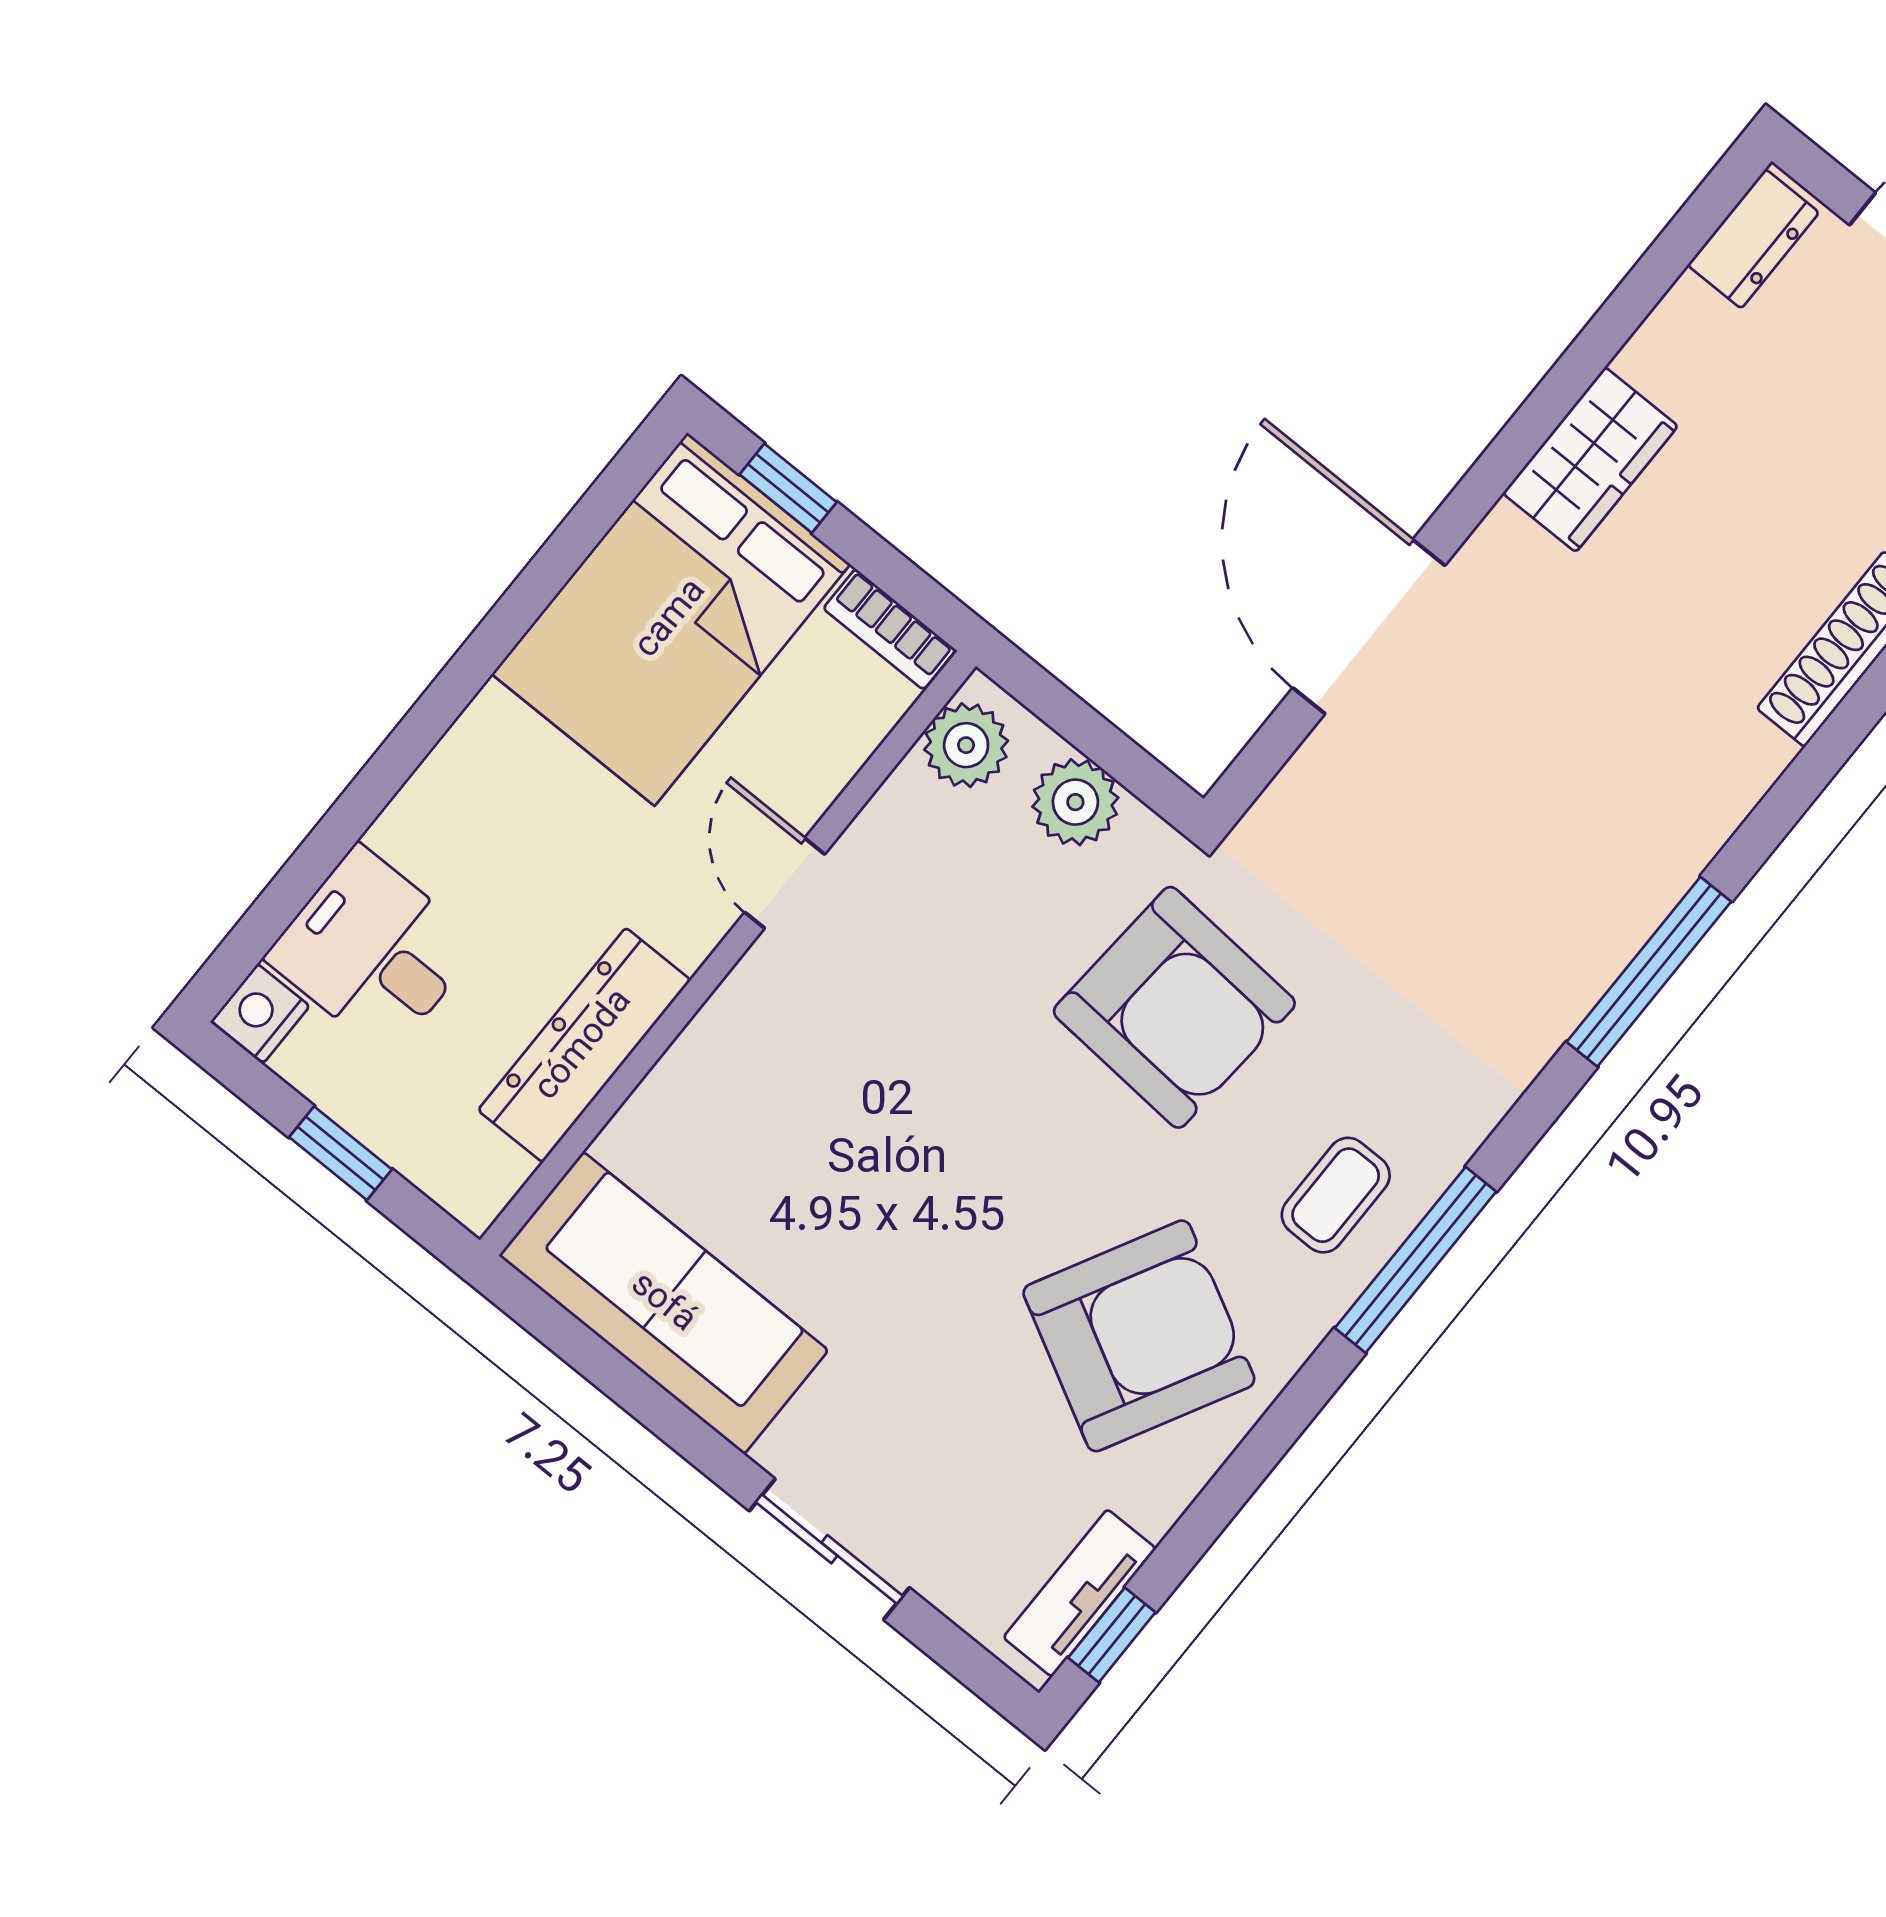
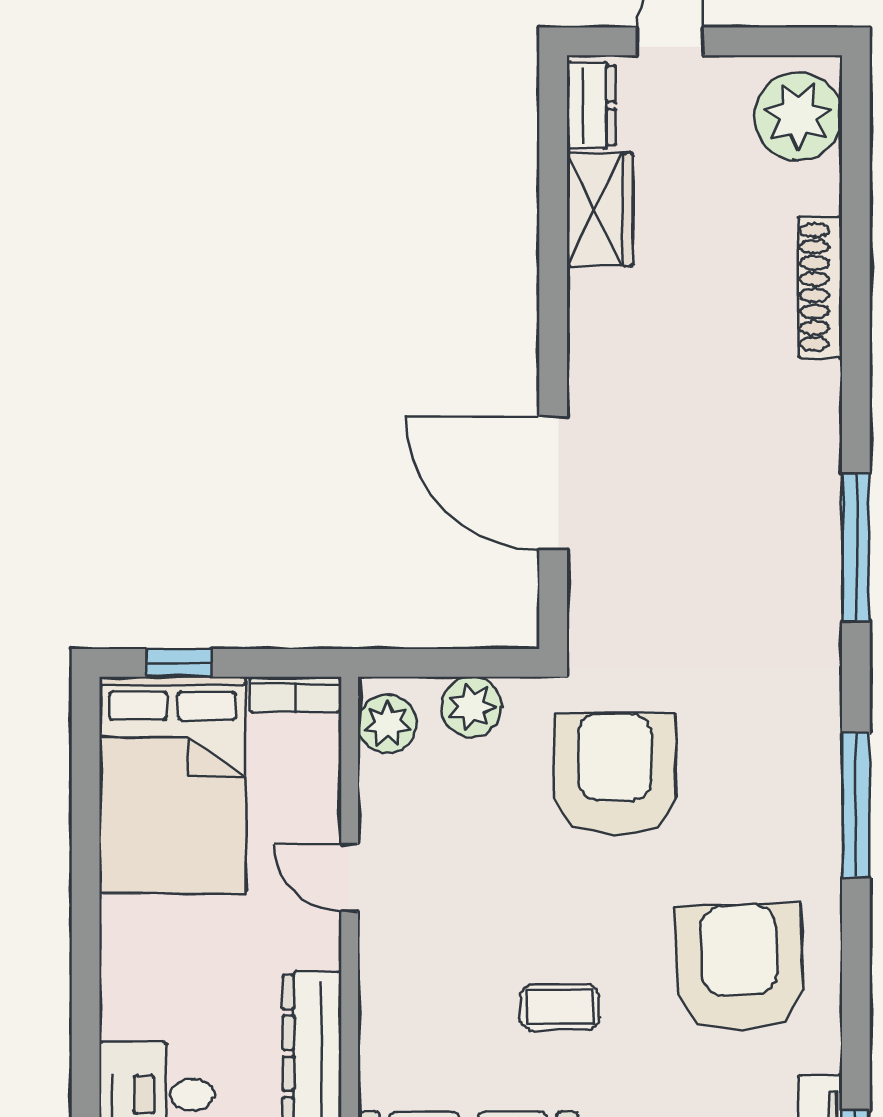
wardrobe: (1590, 460) -> (600, 210), moved
armchair: (1174, 1007) -> (615, 774), turned -94
coffee table: (1336, 1195) -> (560, 1007), moved, turned 90
armchair: (1139, 1336) -> (739, 968), turned -30

